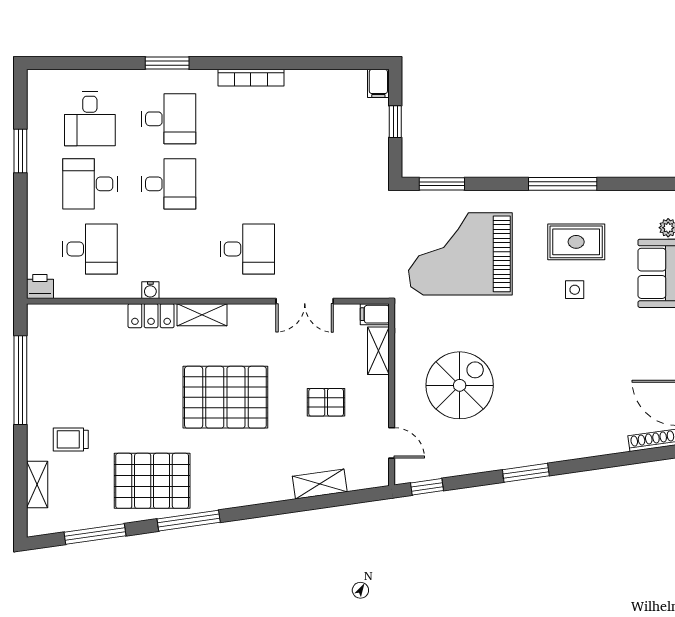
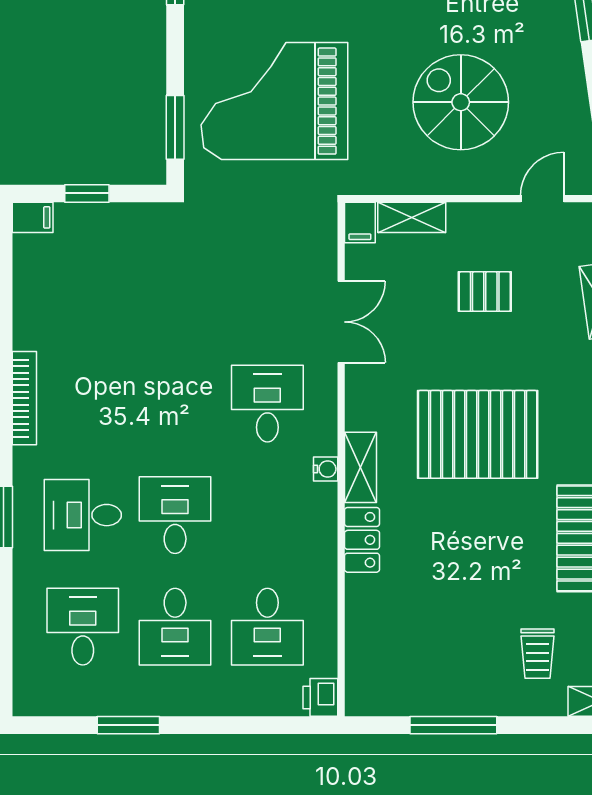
desk: (90, 119) -> (83, 627), turned -90
desk: (169, 119) -> (83, 515), turned -90
desk: (90, 249) -> (267, 627), turned 180
grand piano: (460, 254) -> (274, 101), turned 90
water cooler: (150, 290) -> (326, 469), moved
window: (20, 380) -> (453, 725), width x0.68
pallet: (225, 397) -> (478, 434), turned 90
pallet: (326, 402) -> (485, 292), turned 90

